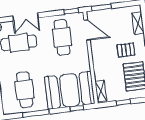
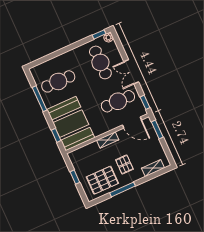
double door: (26, 17) -> (131, 72), moved
door: (87, 30) -> (132, 123), hinge flipped
shelving: (101, 91) -> (108, 140), moved

